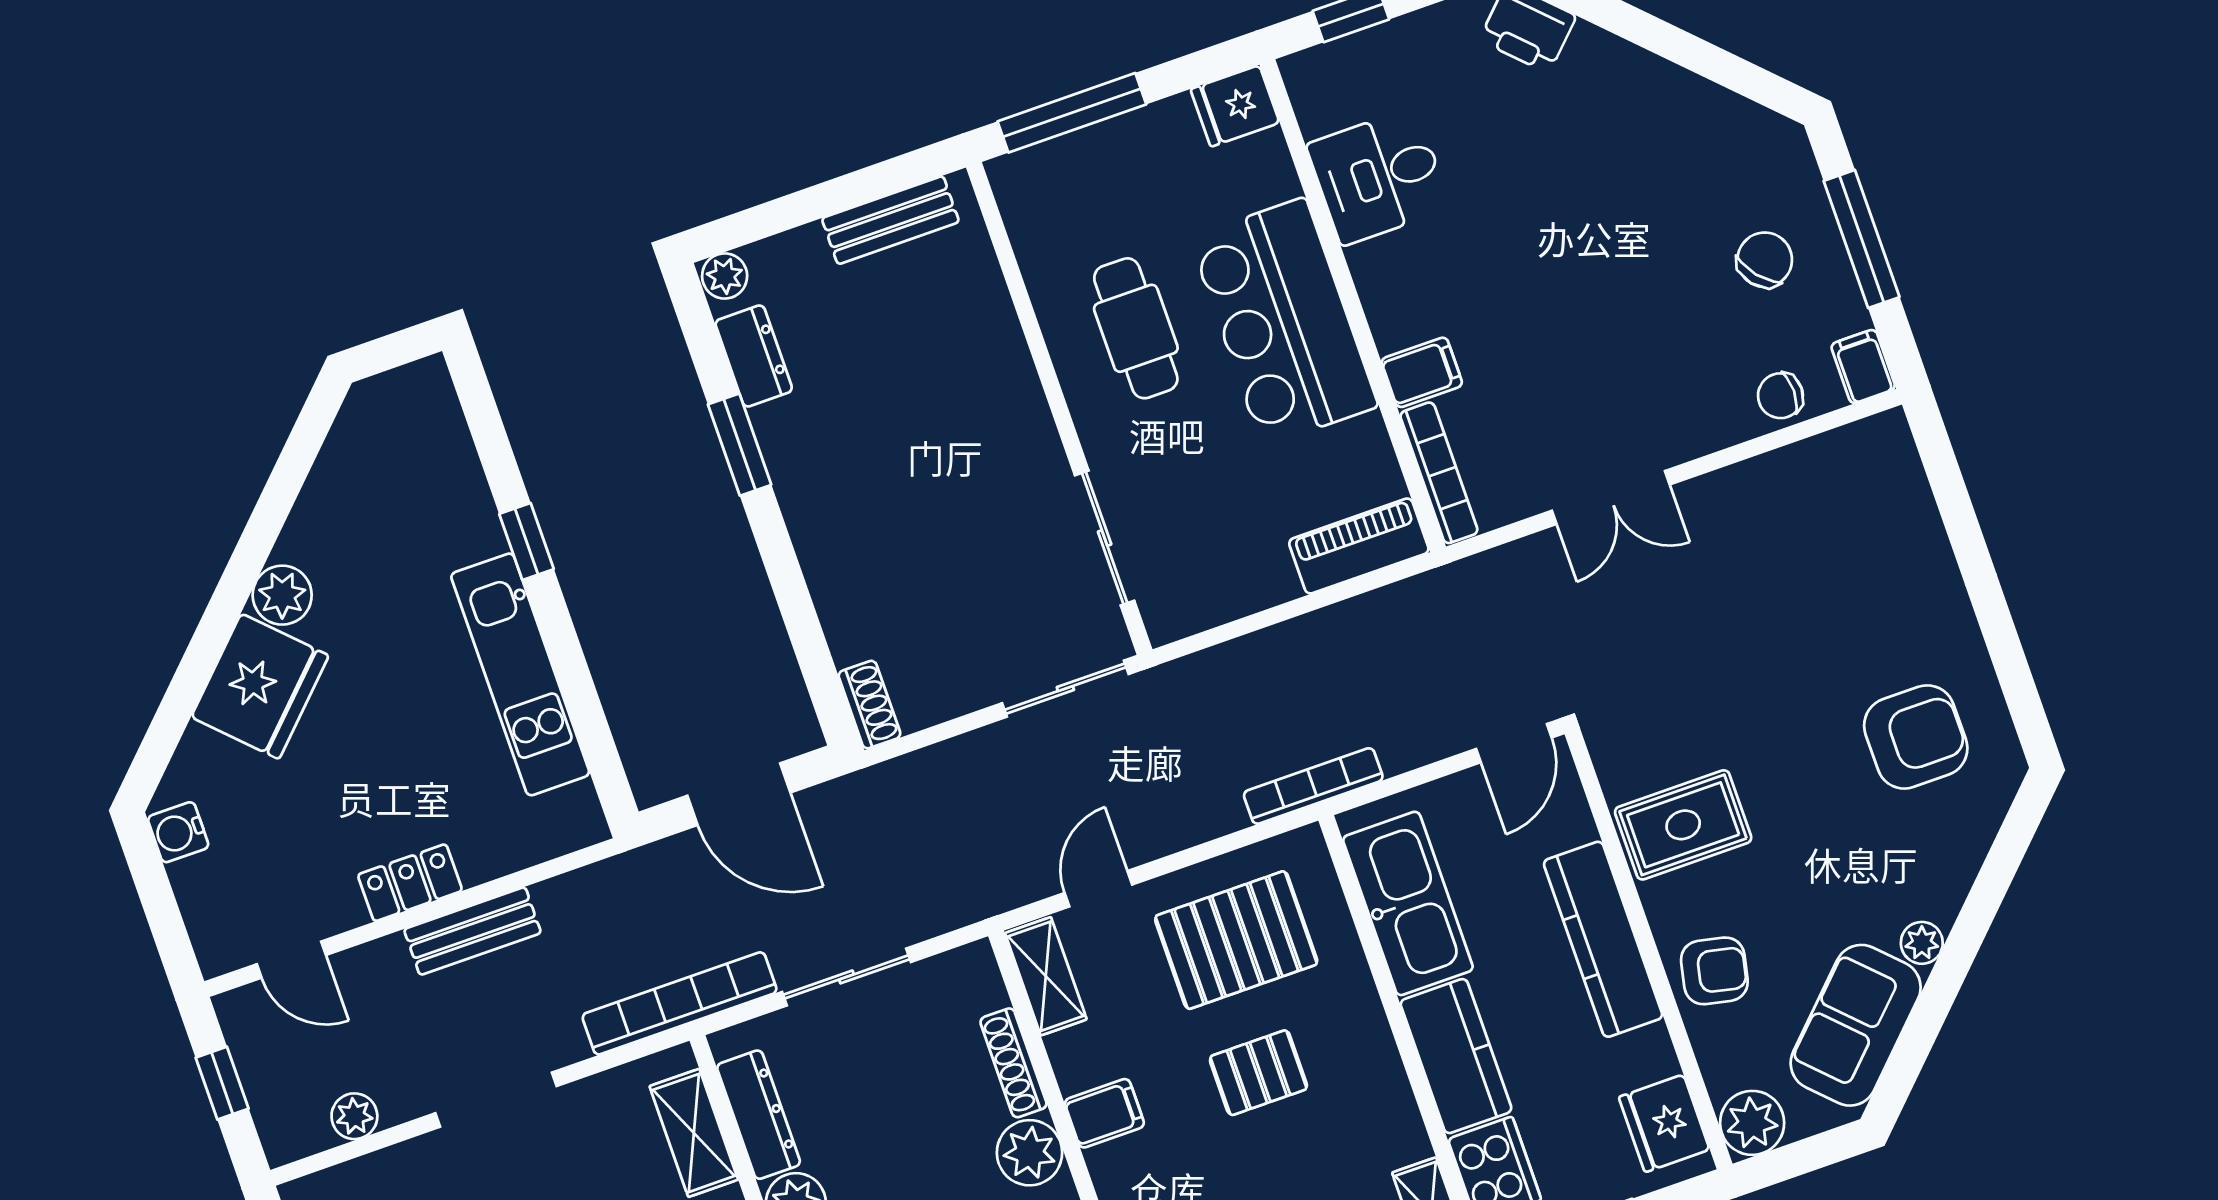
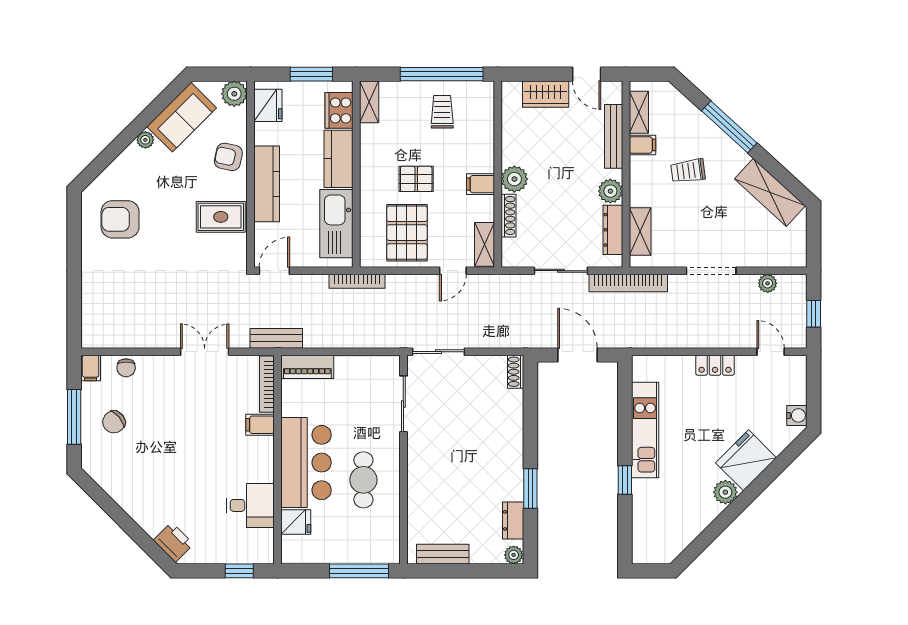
fridge: (1235, 106) -> (296, 522), moved
chair: (1780, 396) -> (126, 368), turned 90
bench: (472, 931) -> (276, 338), moved
pallet: (1236, 940) -> (407, 233), turned 90

